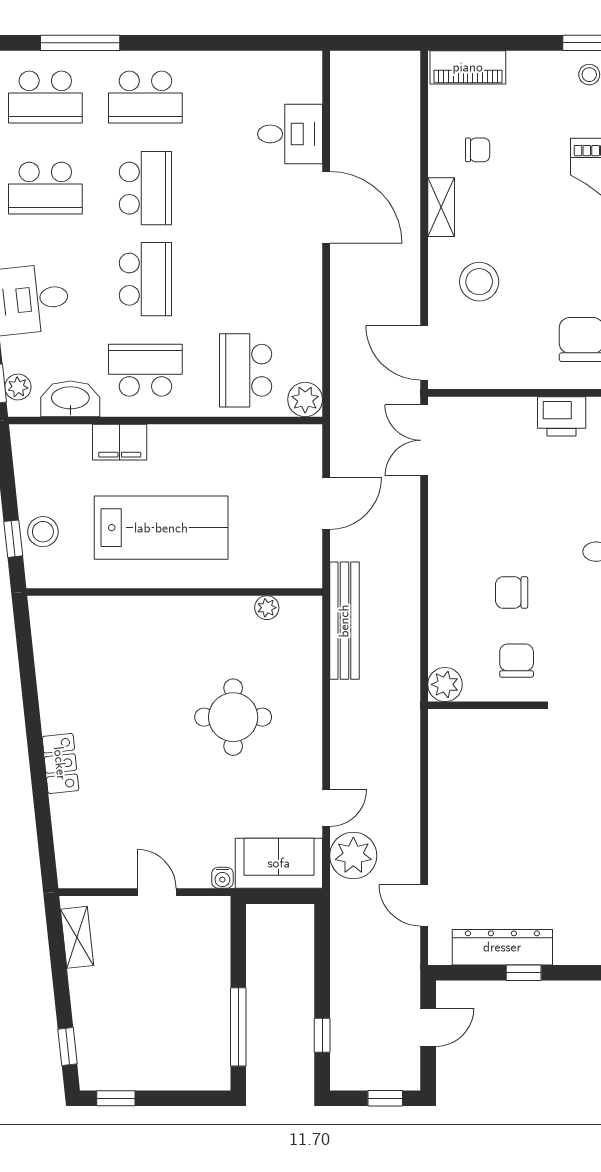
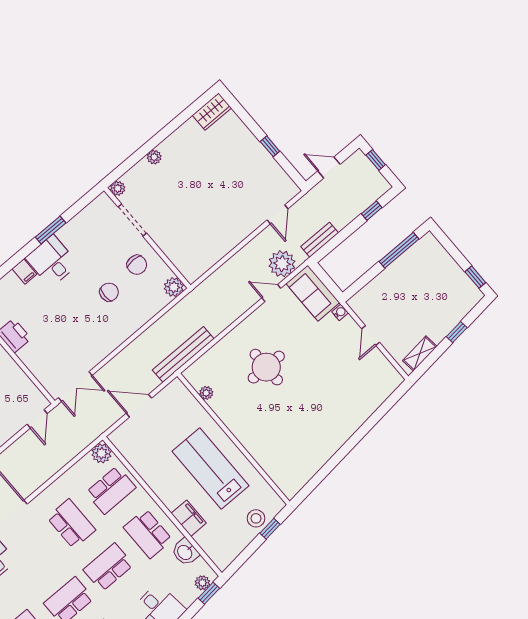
school desk: (246, 279) -> (71, 524), added
door: (424, 353) -> (37, 419), width x0.73
washbasin: (70, 399) -> (185, 552), width x0.72
chair: (512, 592) -> (109, 292), turned -90
chair: (517, 661) -> (137, 265), turned -90
locker: (60, 763) -> (350, 425), removed
bench: (342, 933) -> (320, 240), added
dresser: (502, 947) -> (267, 165), removed
window: (67, 1047) -> (457, 332), moved

